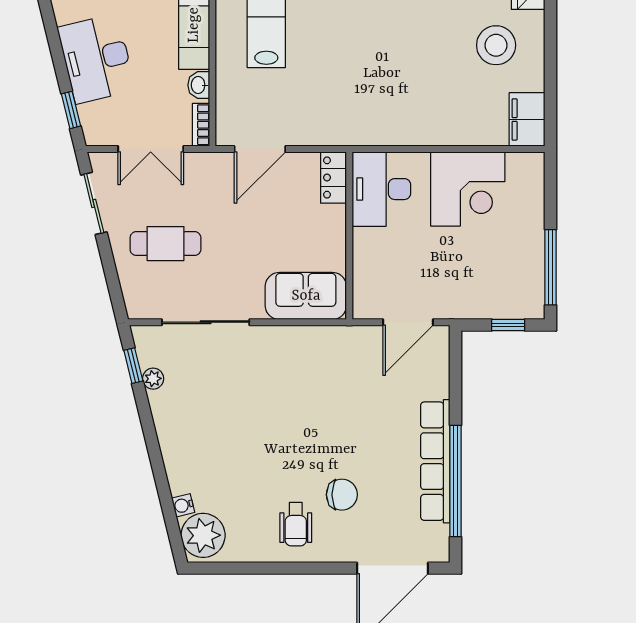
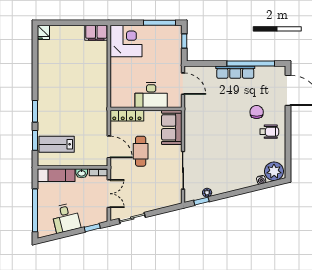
stool: (496, 45) -> (65, 46), removed
desk: (96, 59) -> (66, 218), width x0.73
locker: (333, 177) -> (127, 116), width x1.53
desk: (381, 189) -> (151, 95), moved
corner desk: (468, 189) -> (126, 41), moved
cafe table: (165, 244) -> (141, 151), moved
row of seats: (435, 461) -> (235, 72), width x0.73

